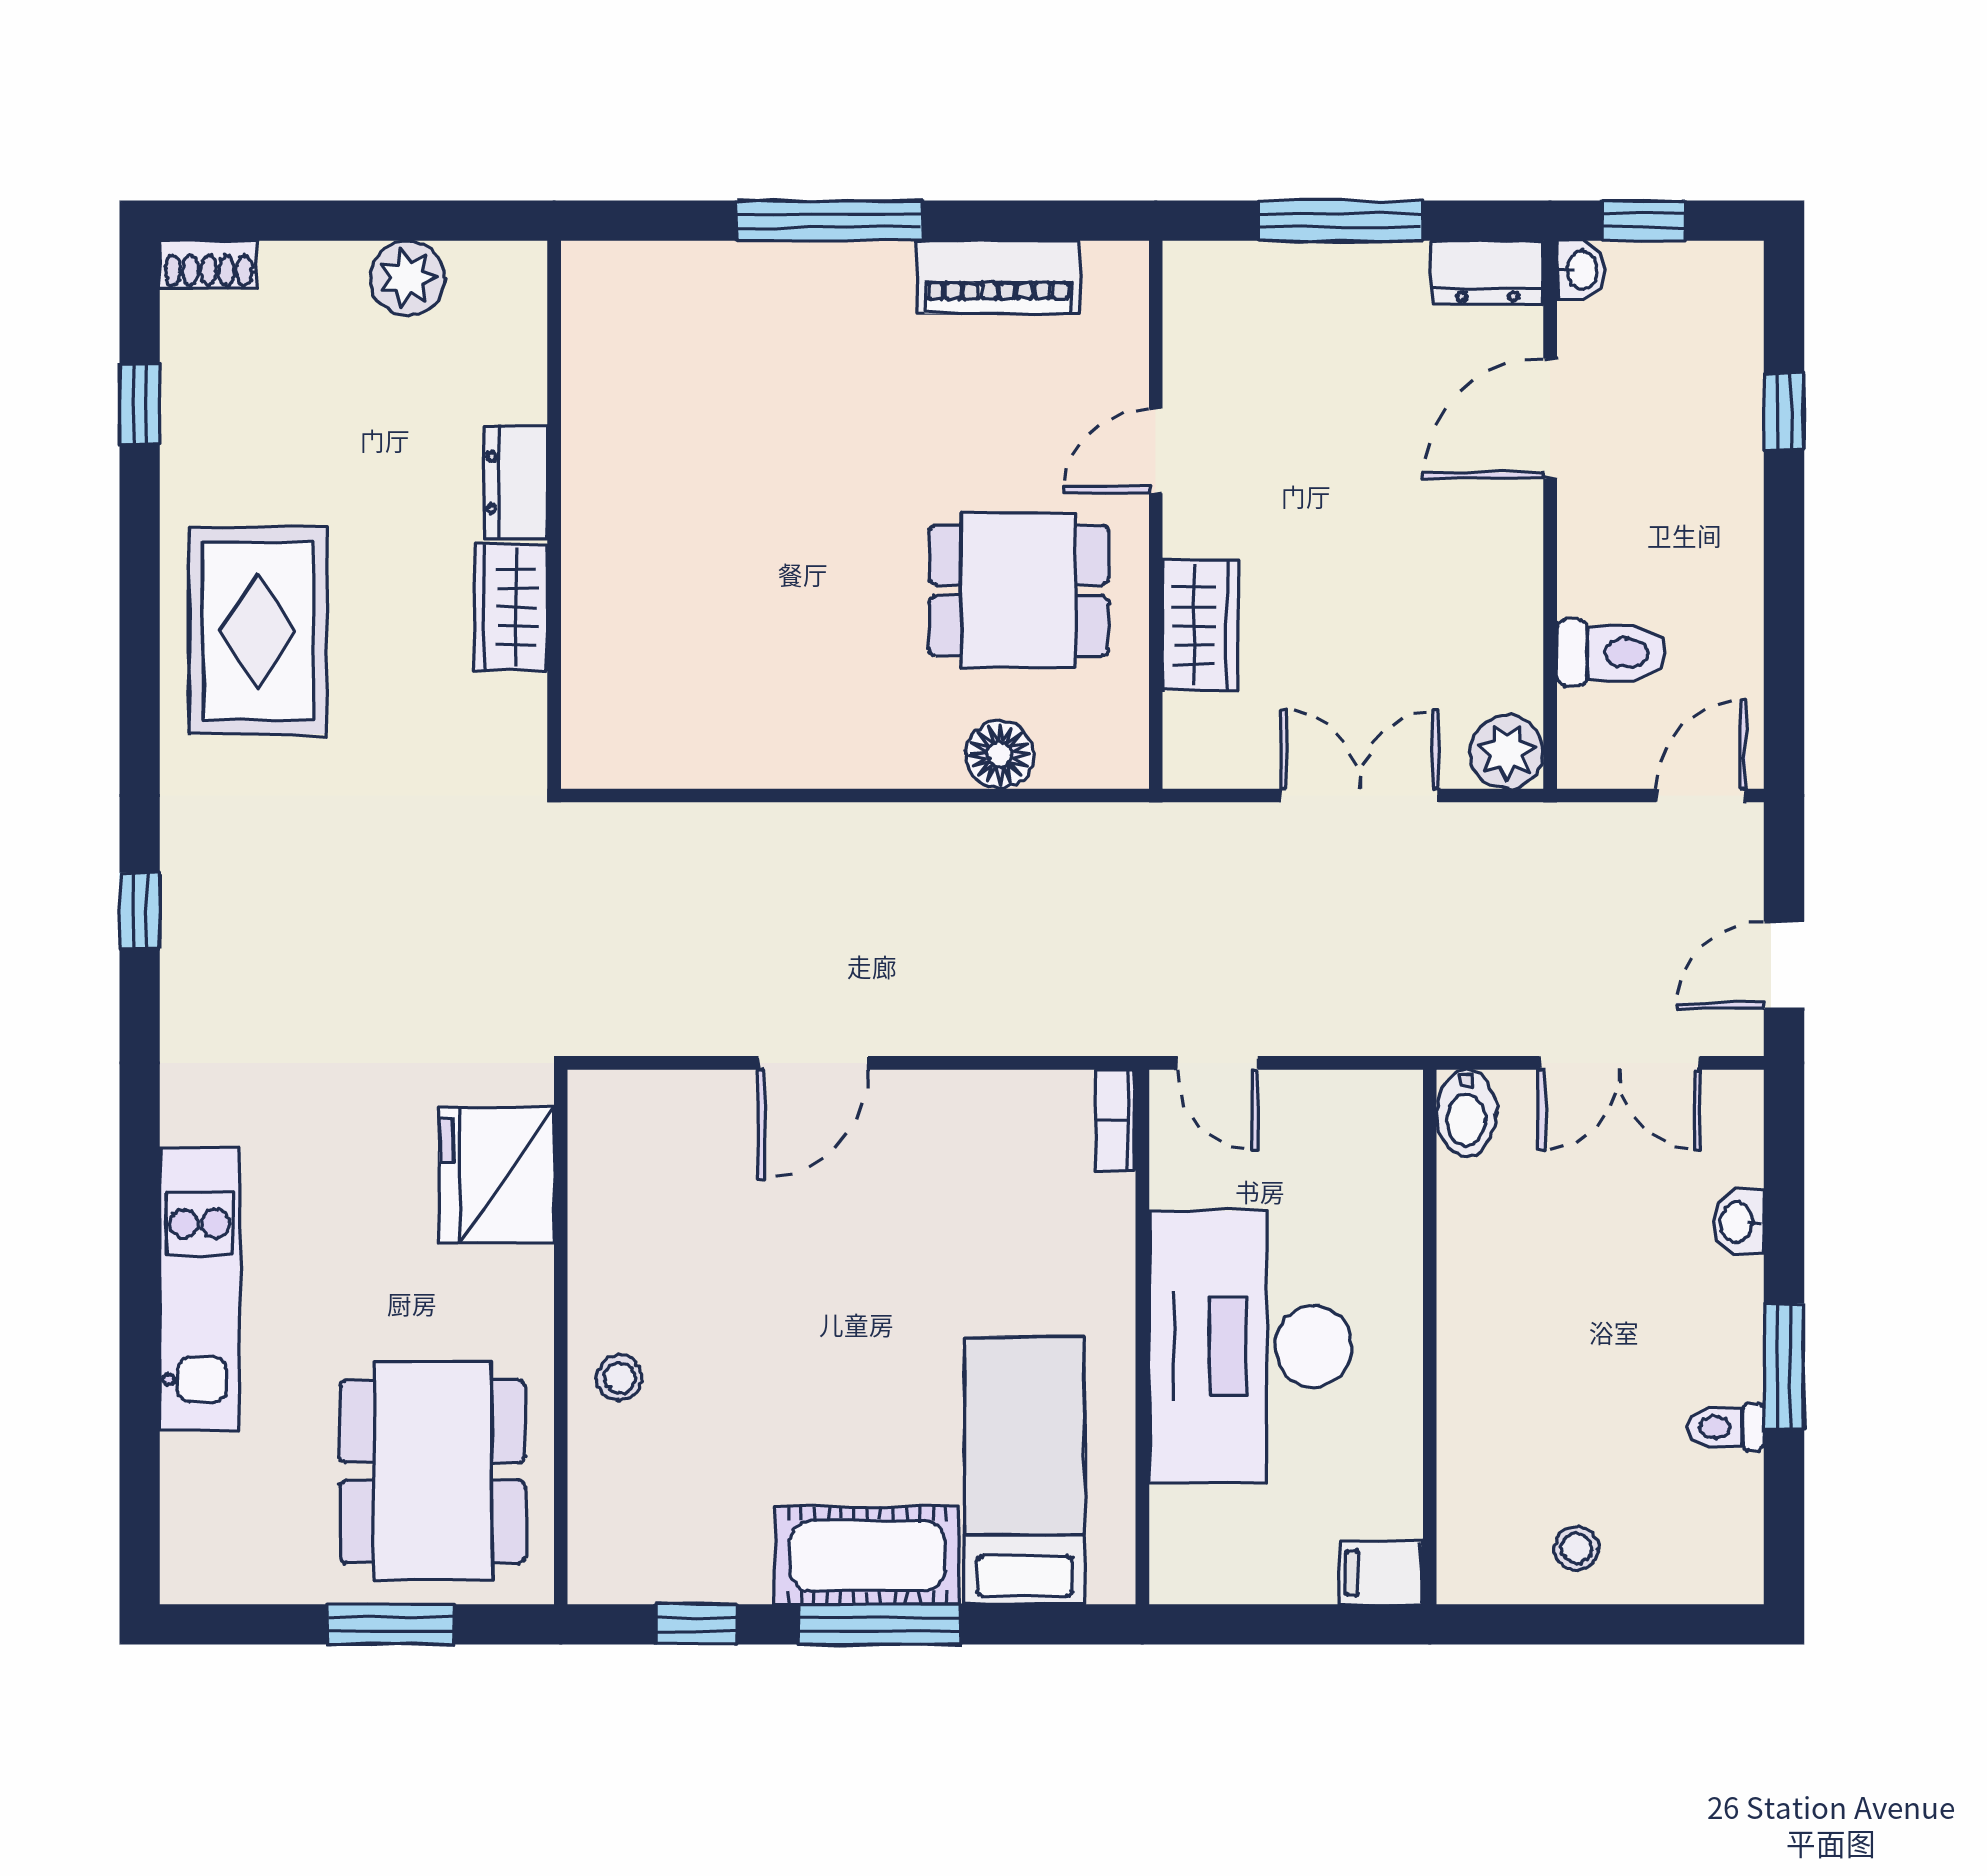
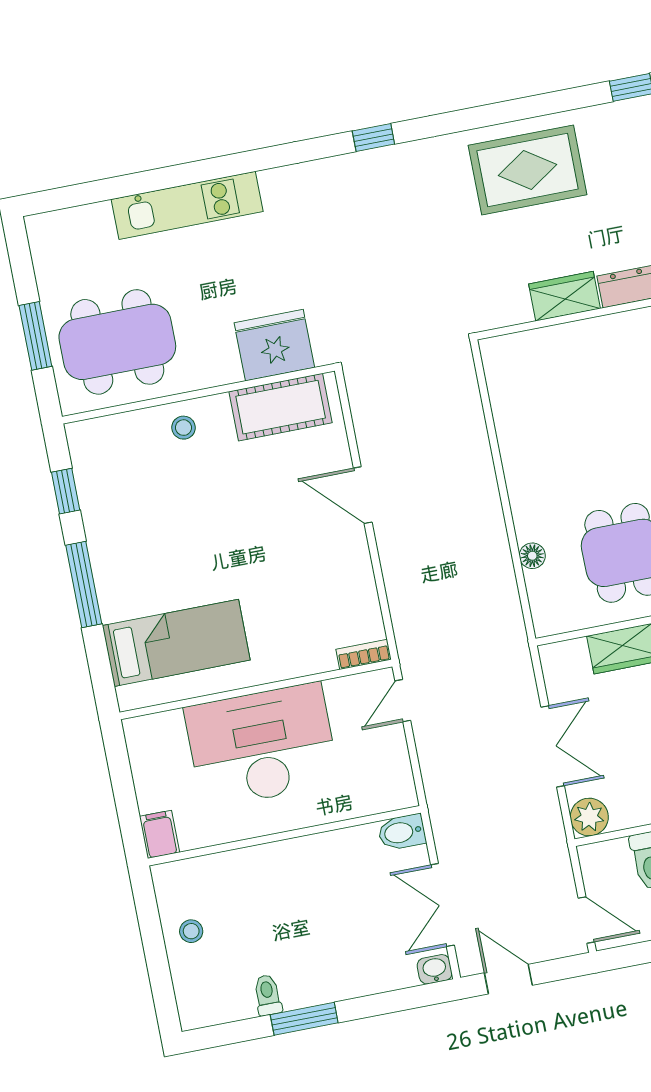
floor lamp: (1000, 755) -> (532, 556), width x0.73, depth x0.73
washbasin: (1738, 1222) -> (435, 969), moved
cot: (867, 1555) -> (281, 407), moved, turned 90

